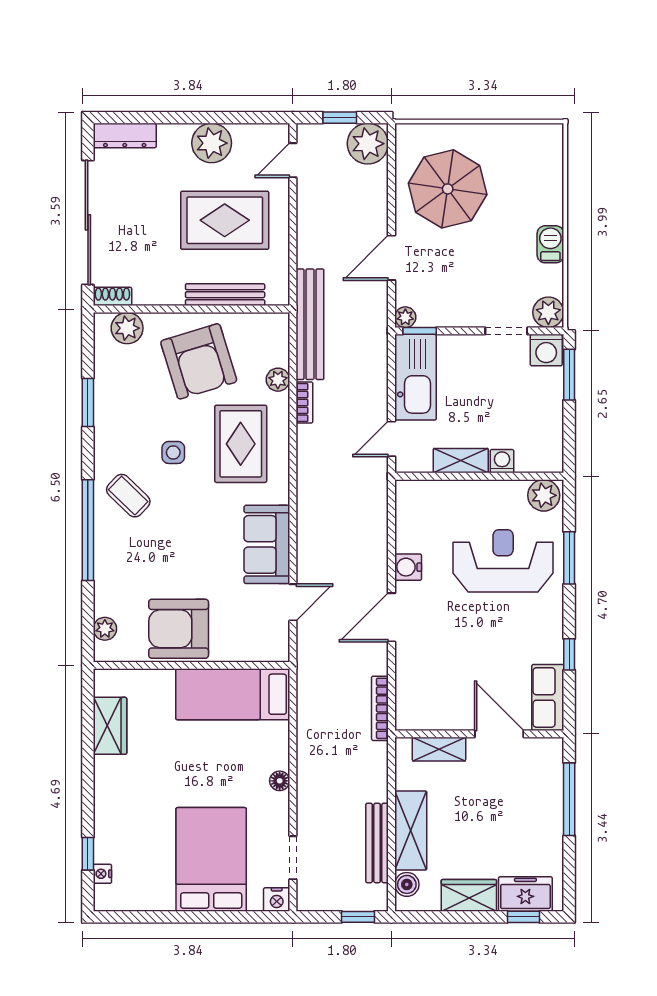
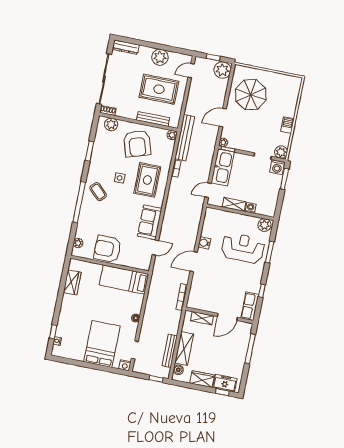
plant: (278, 380) -> (172, 135), moved
door: (499, 734) -> (227, 317), swing flipped

